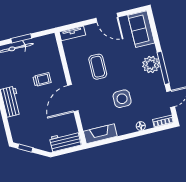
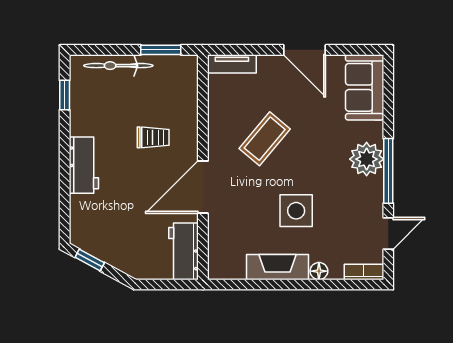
window: (21, 38) -> (161, 50), moved
coffee table: (98, 67) -> (265, 139), turned 40
fireplace: (100, 134) -> (277, 267), moved
workbench: (65, 141) -> (184, 251), moved, turned -90

